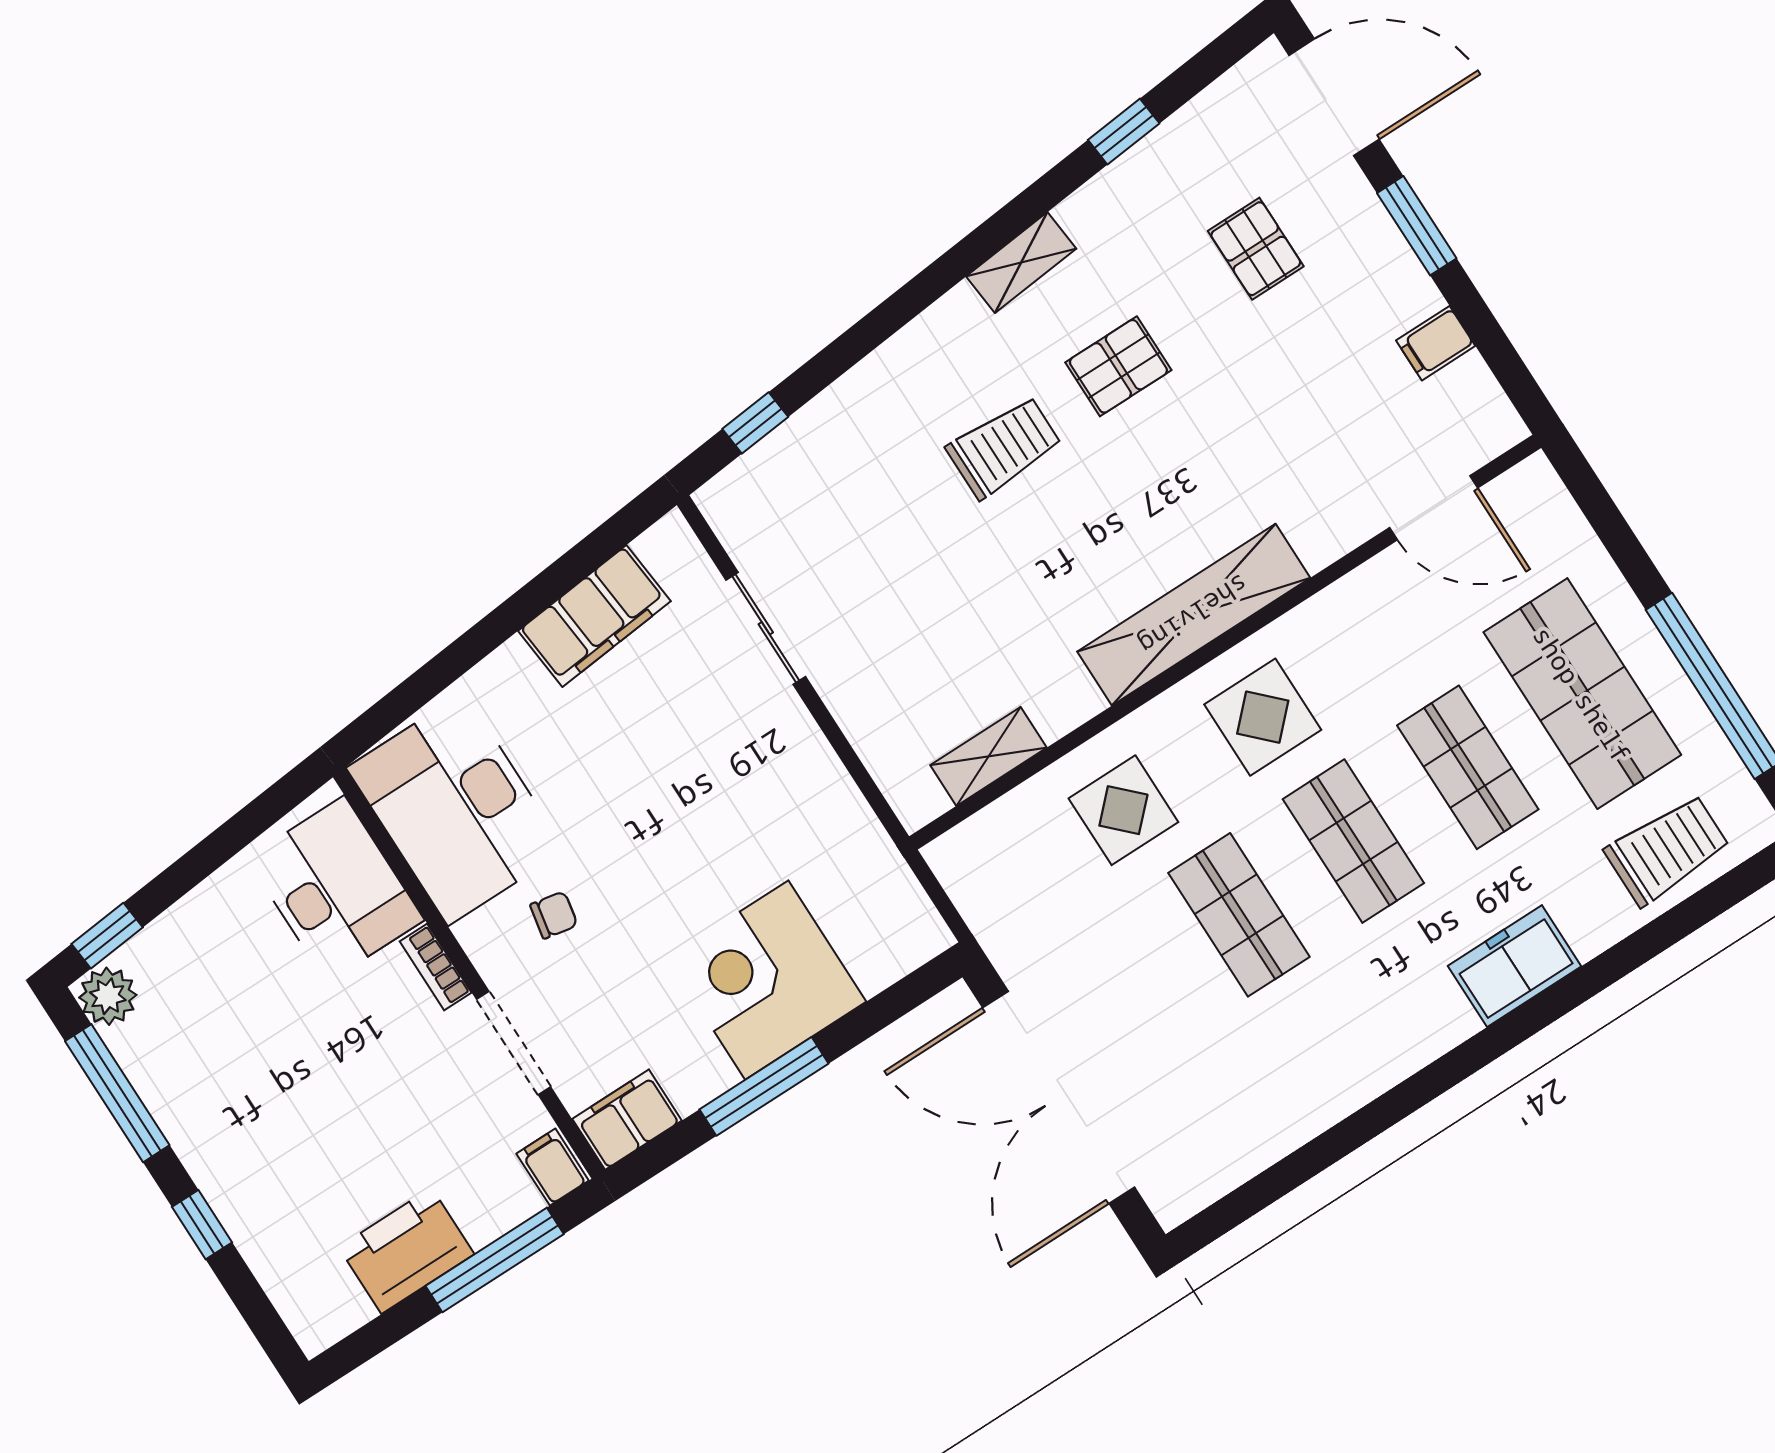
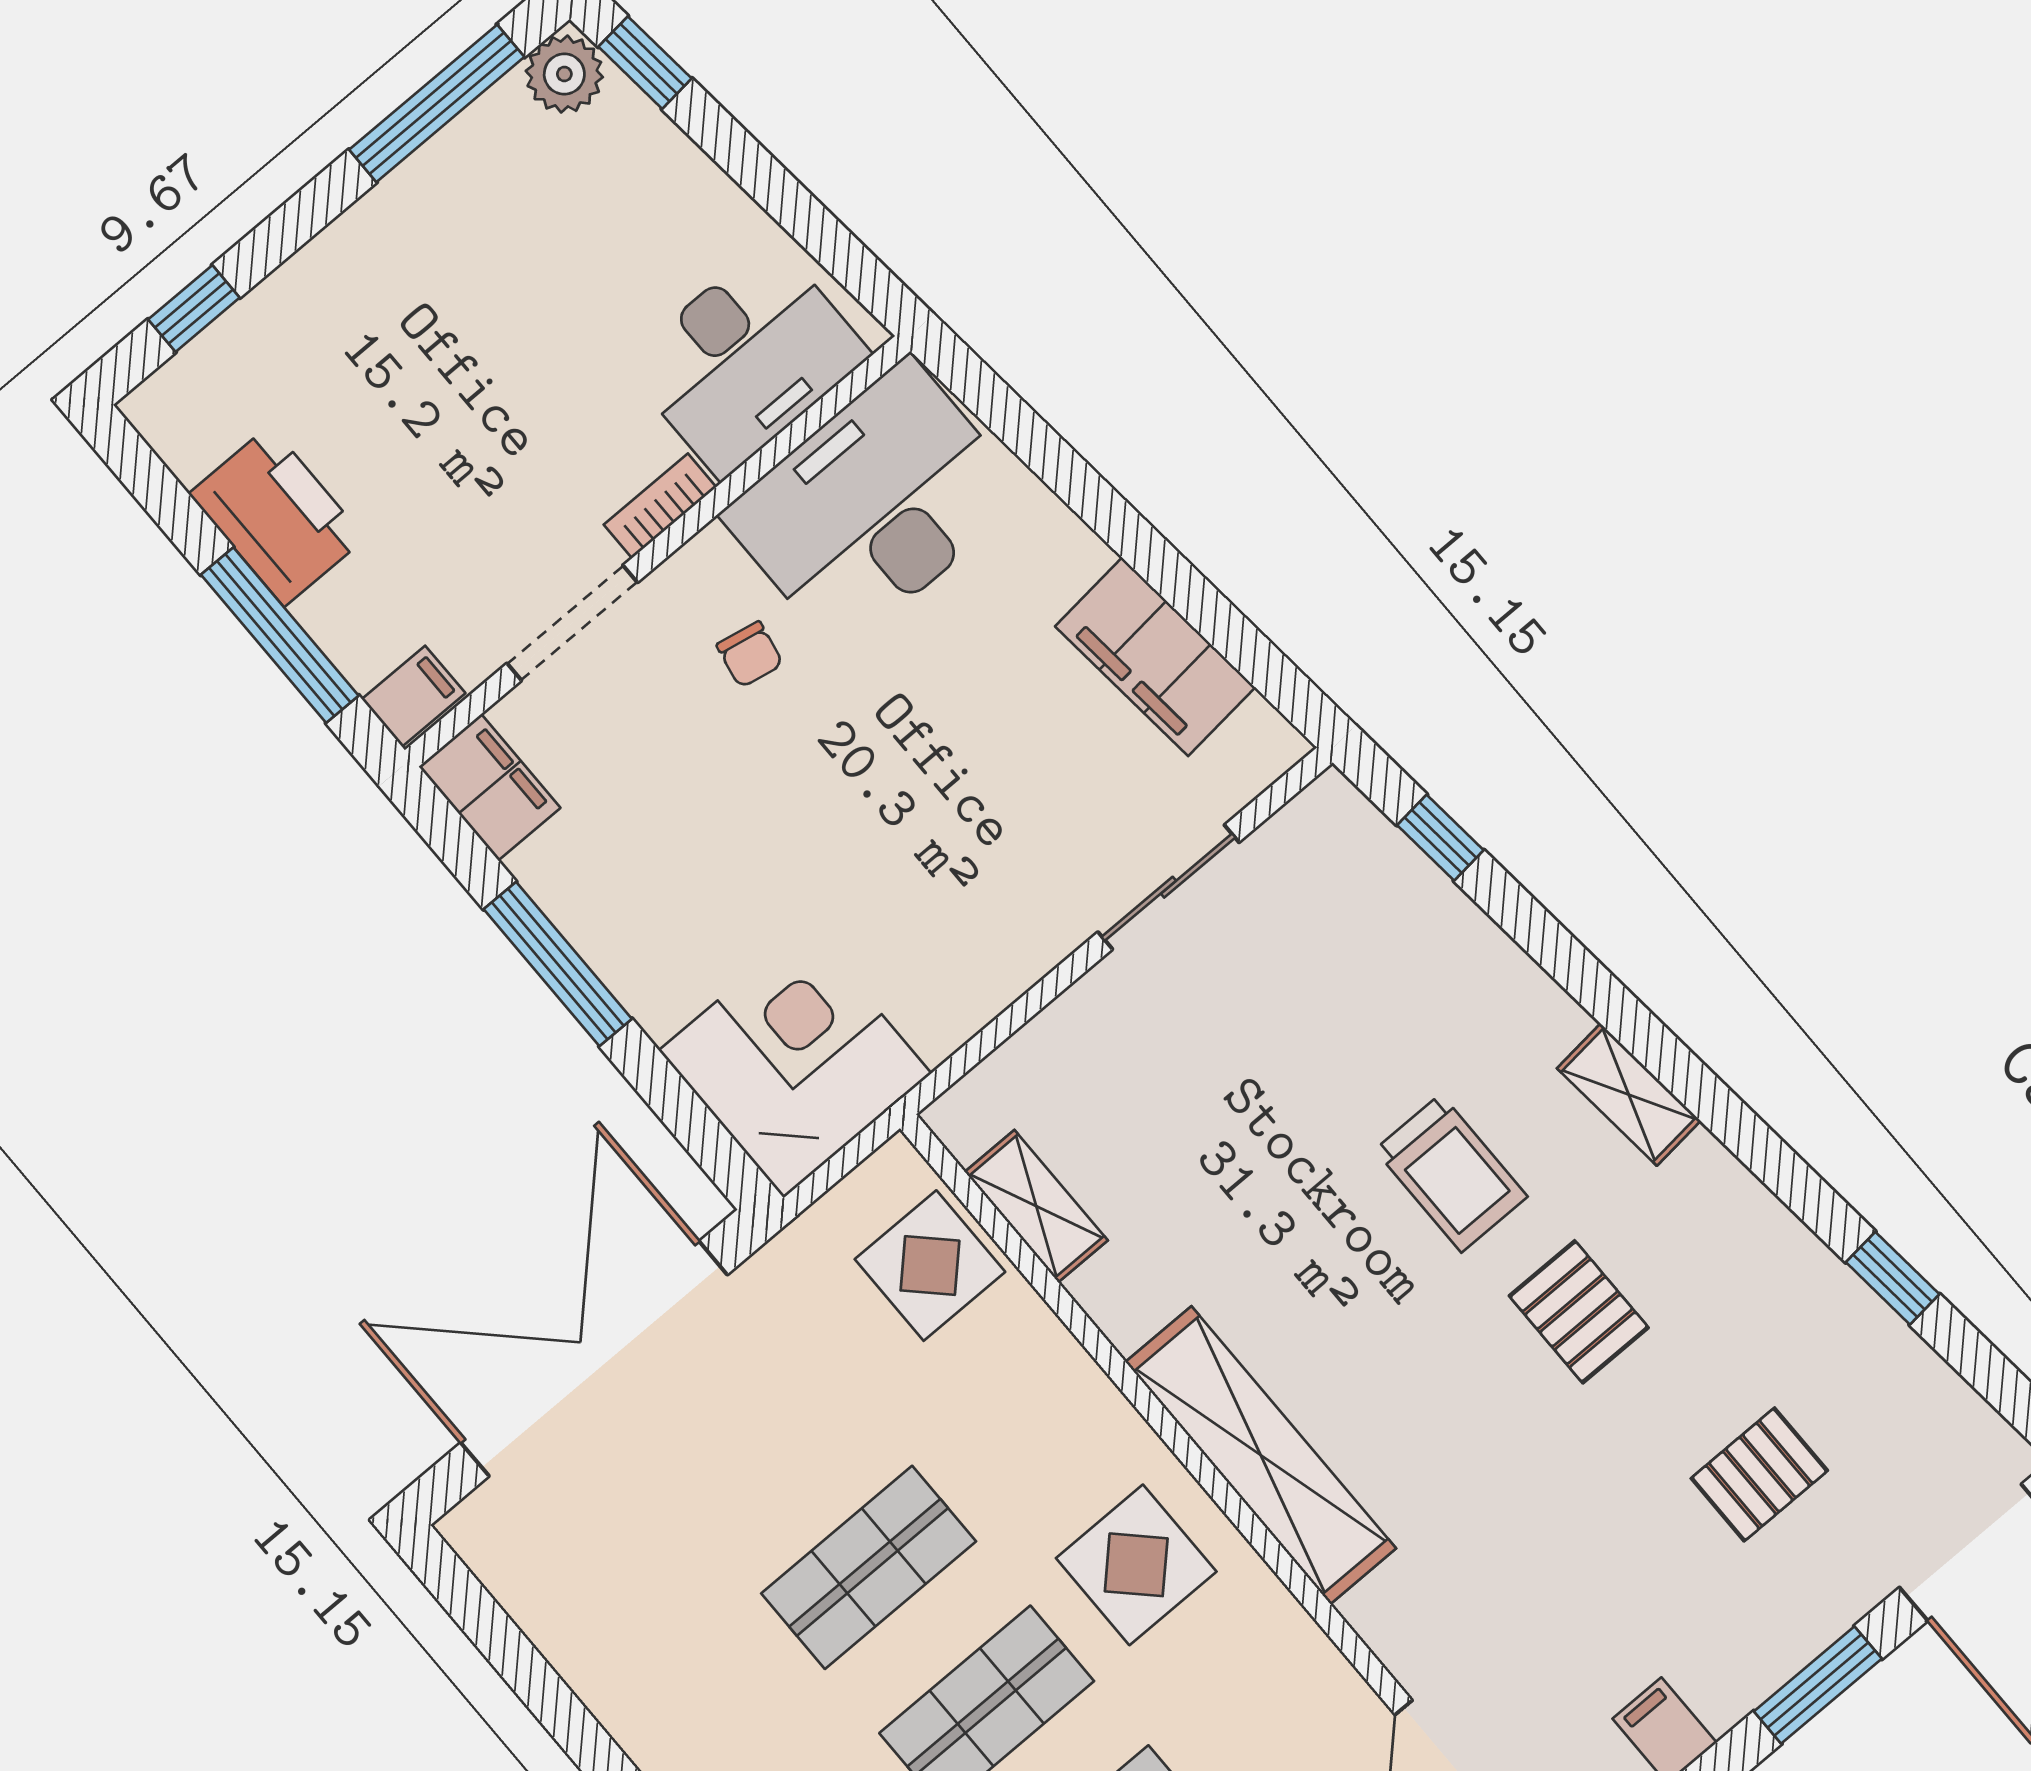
shelving: (1021, 263) -> (1629, 1095), moved
display table: (1123, 810) -> (930, 1266), moved
corner desk: (767, 980) -> (795, 1062), moved
window: (202, 1225) -> (194, 309), moved

